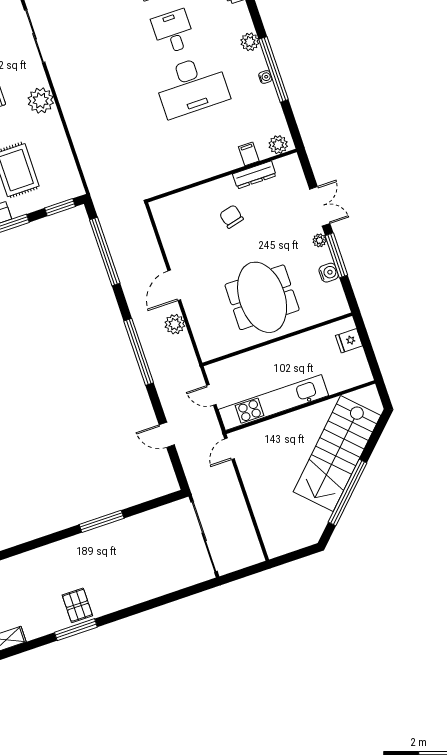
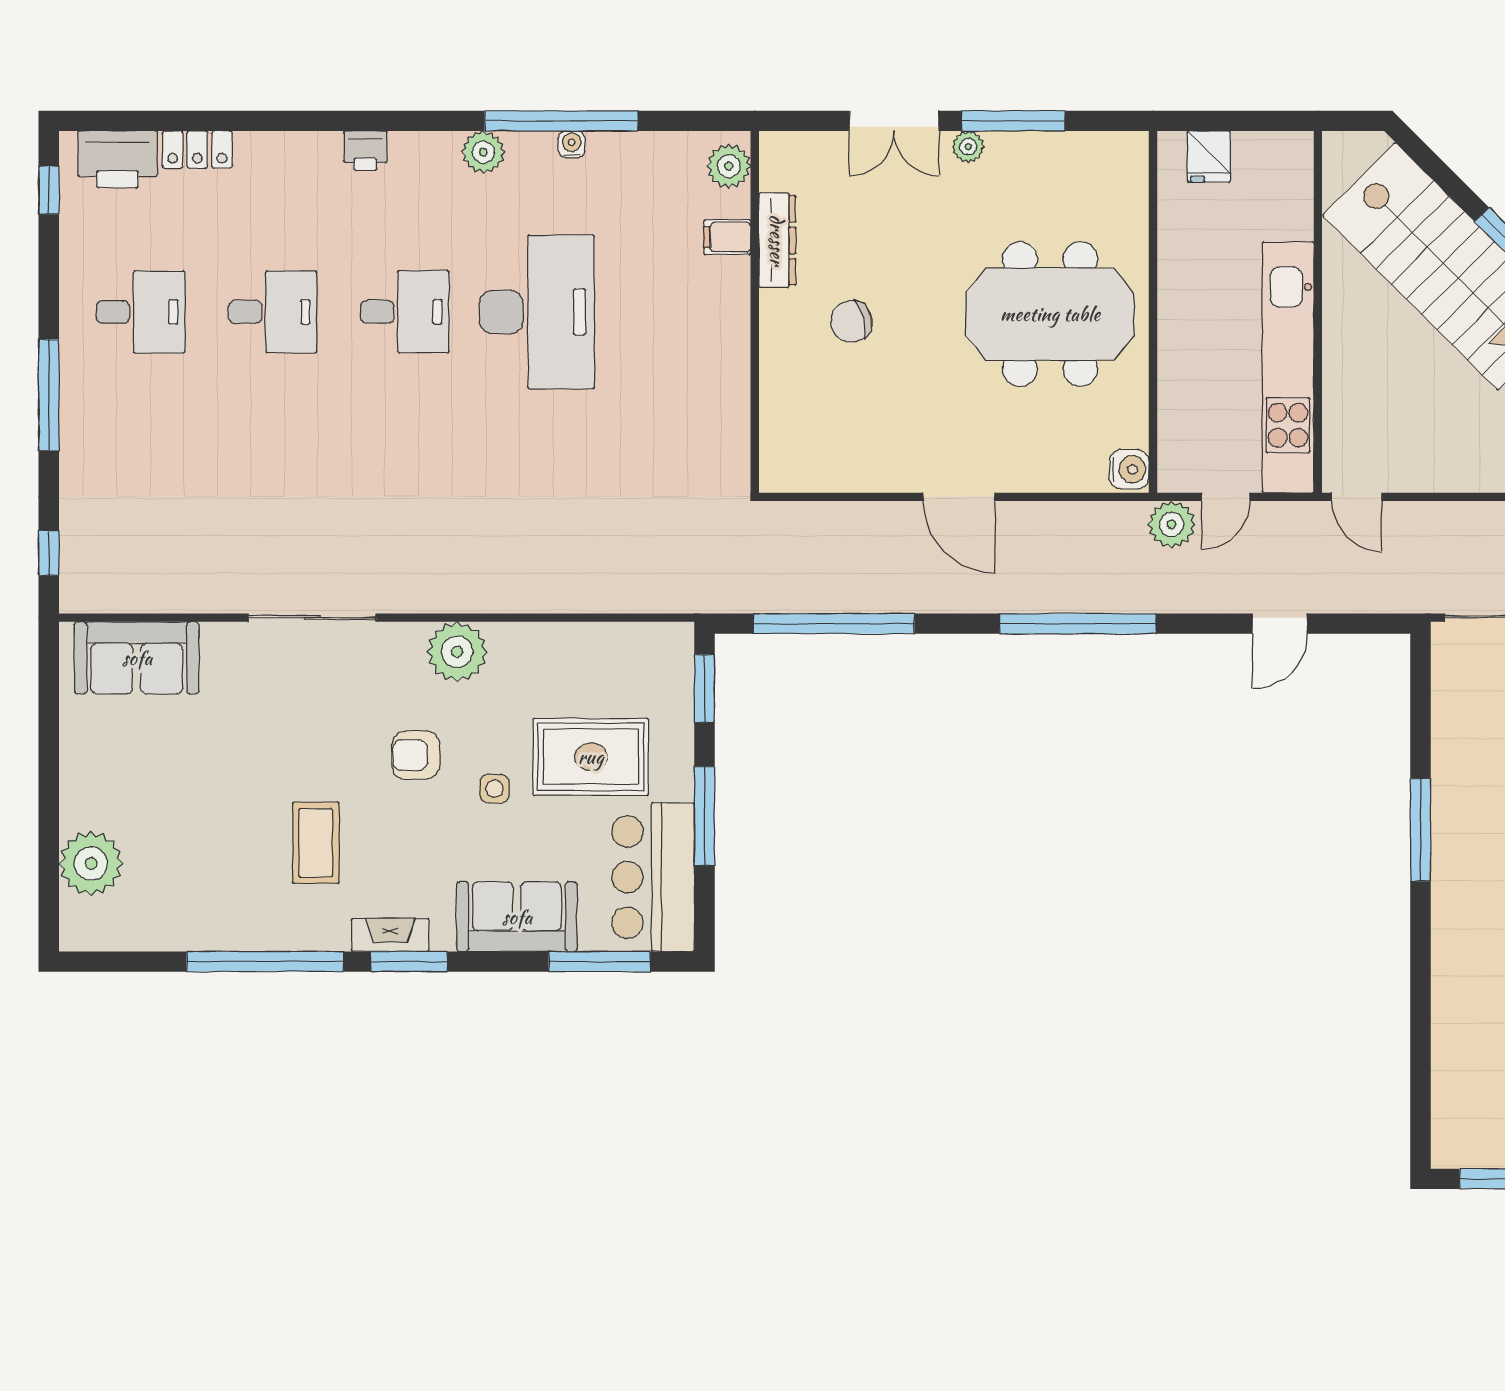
desk: (173, 32) -> (405, 312), turned 180
double door: (320, 206) -> (894, 121), swing flipped
water cooler: (329, 273) -> (1129, 469), moved, turned 90
plant: (175, 324) -> (1172, 524), moved

